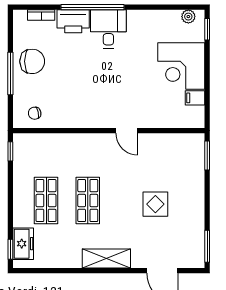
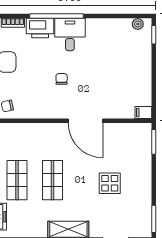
corner desk: (181, 66) -> (132, 66), removed
chair: (98, 81) -> (62, 79), added
filing cabinet: (195, 98) -> (143, 112), moved
door: (127, 131) -> (86, 121), width x1.88

